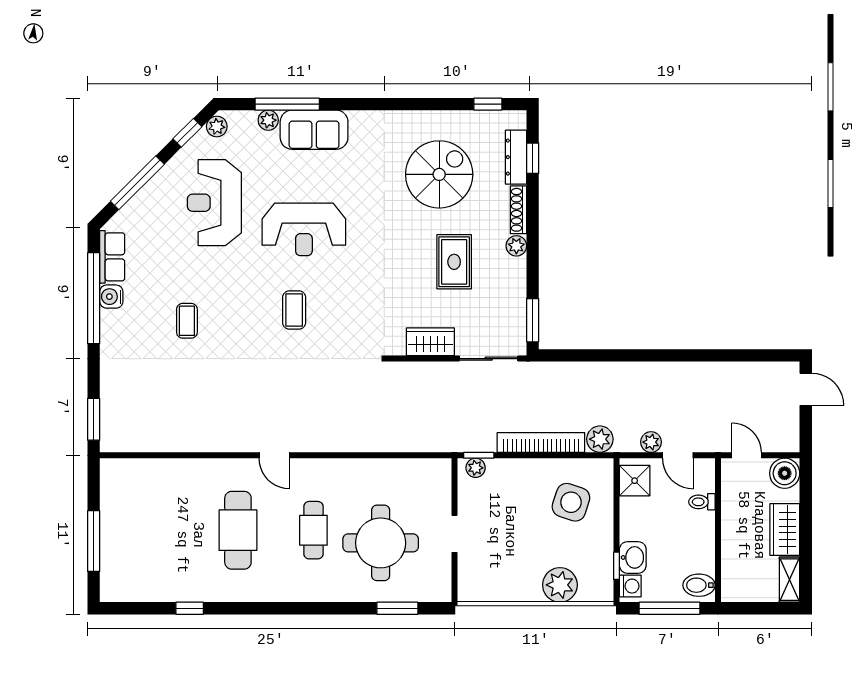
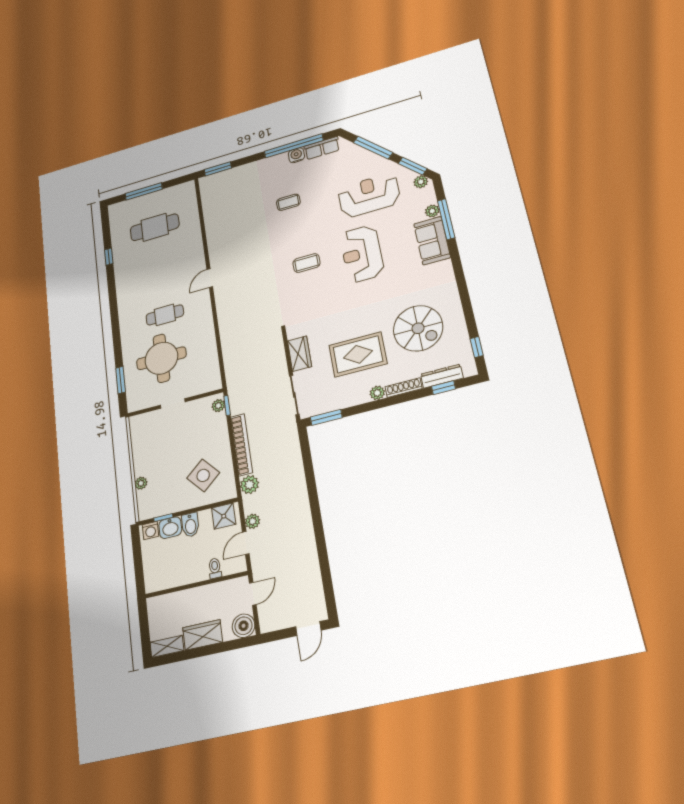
window: (187, 133) -> (413, 166), width x1.50
rug: (454, 262) -> (358, 354), width x1.36, depth x1.43
side table: (571, 502) -> (203, 475), turned 31
cafe table: (238, 530) -> (155, 227), moved
plant: (560, 585) -> (141, 483), width x0.53, depth x0.53
bidet: (699, 585) -> (190, 525), moved, turned 180
window: (670, 608) -> (138, 562), removed

